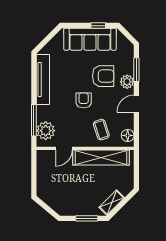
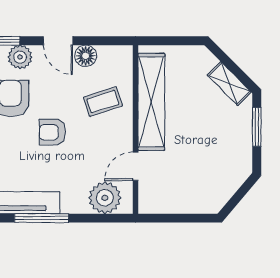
window: (34, 120) -> (41, 218), moved
floor lamp: (128, 135) -> (86, 56), moved
door: (64, 148) -> (135, 166), swing flipped

